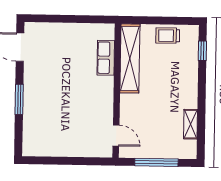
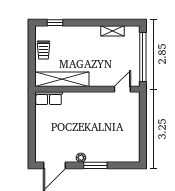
row of seats: (106, 58) -> (49, 98), moved
plant: (29, 81) -> (81, 158), added
window: (156, 162) -> (143, 57), width x1.46

